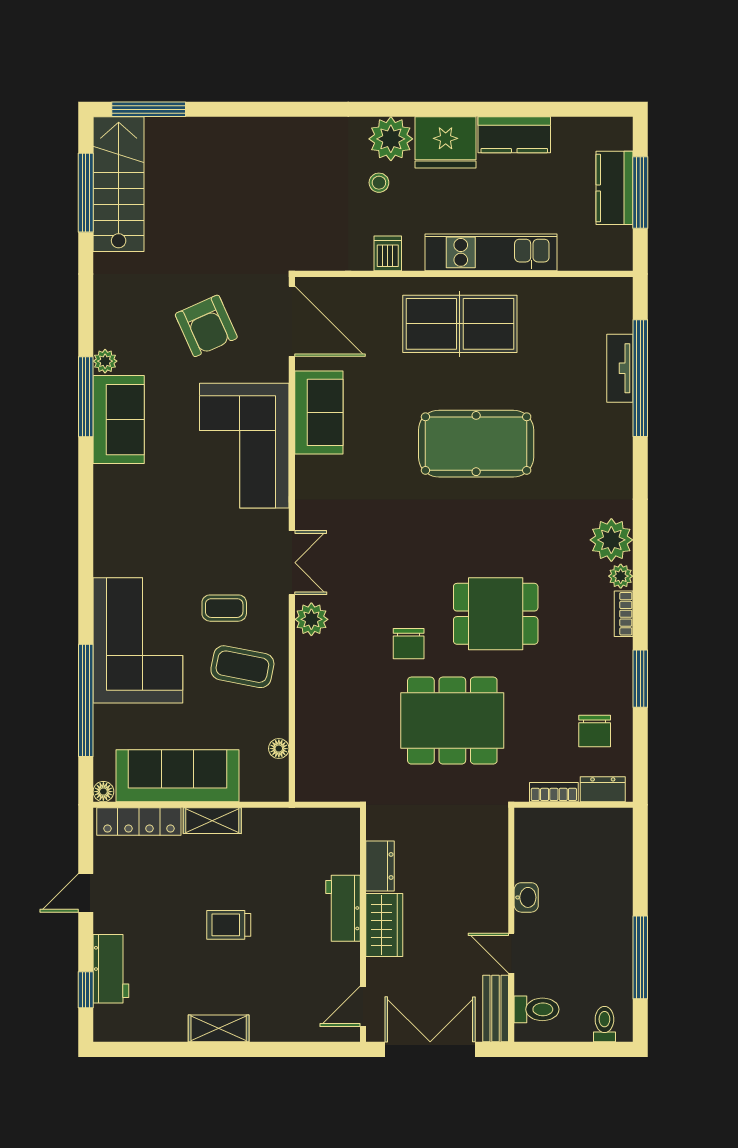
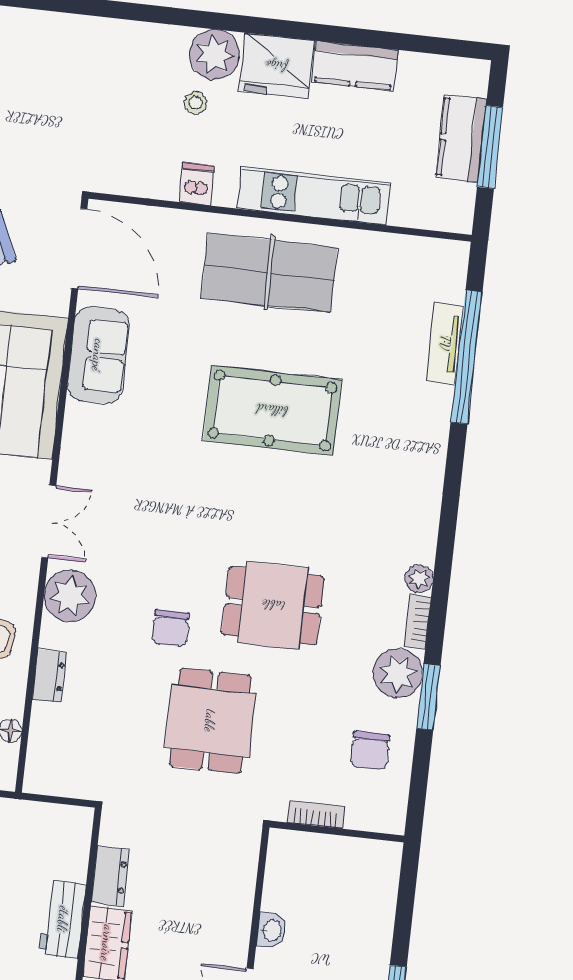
plant: (611, 540) -> (398, 673), moved
plant: (311, 619) -> (70, 596), width x1.36, depth x1.36
dining table: (452, 721) -> (210, 721), width x0.73
dresser: (603, 789) -> (49, 676), moved, turned 90

